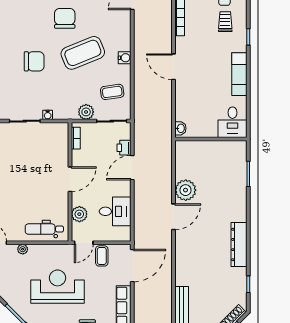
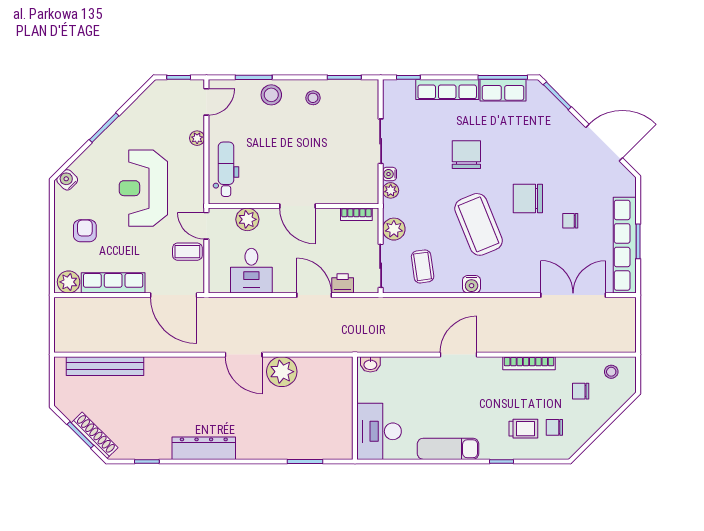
chair: (65, 18) -> (528, 199), turned 180
chair: (34, 61) -> (466, 155), turned 180
plant: (59, 114) -> (391, 190), added
desk: (232, 122) -> (379, 431), width x1.37
reception desk: (57, 287) -> (143, 188), turned 180

